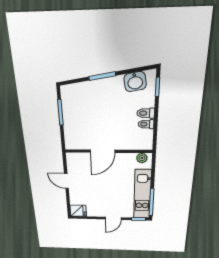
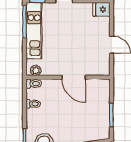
toilet: (146, 113) -> (34, 84), moved
door: (103, 151) -> (74, 77), swing flipped

